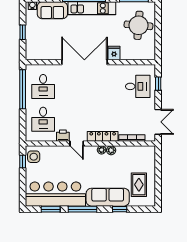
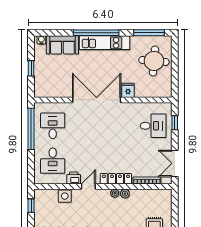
desk: (43, 86) -> (53, 126), turned 180
double door: (158, 122) -> (175, 163), swing flipped
door: (77, 144) -> (88, 186), swing flipped
side table: (34, 157) -> (65, 196), moved

